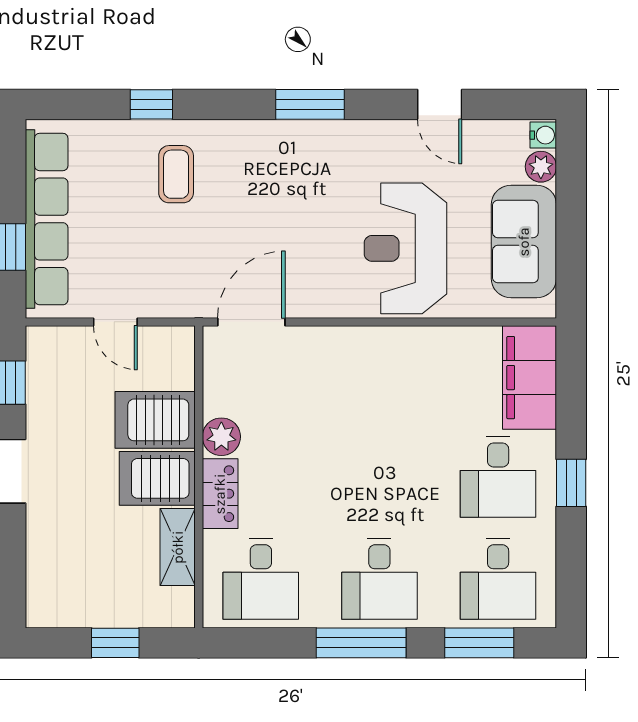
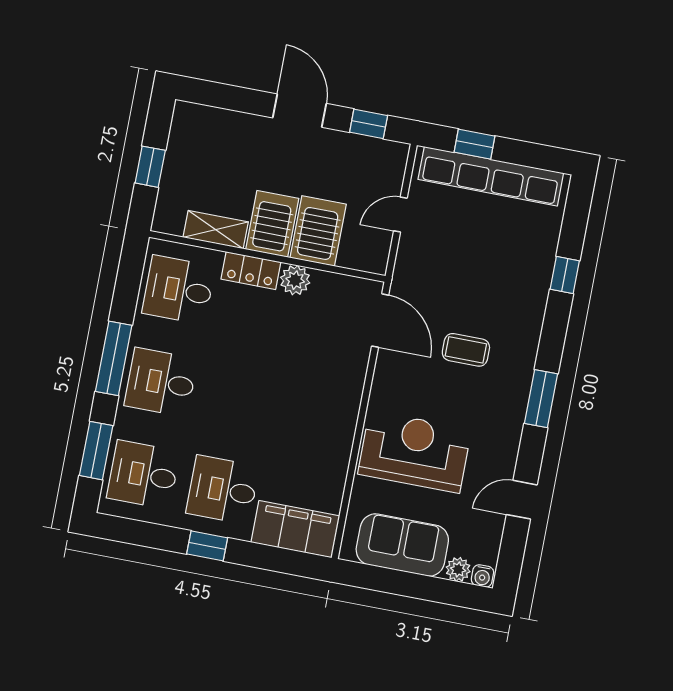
coffee table: (176, 174) -> (466, 350), moved

